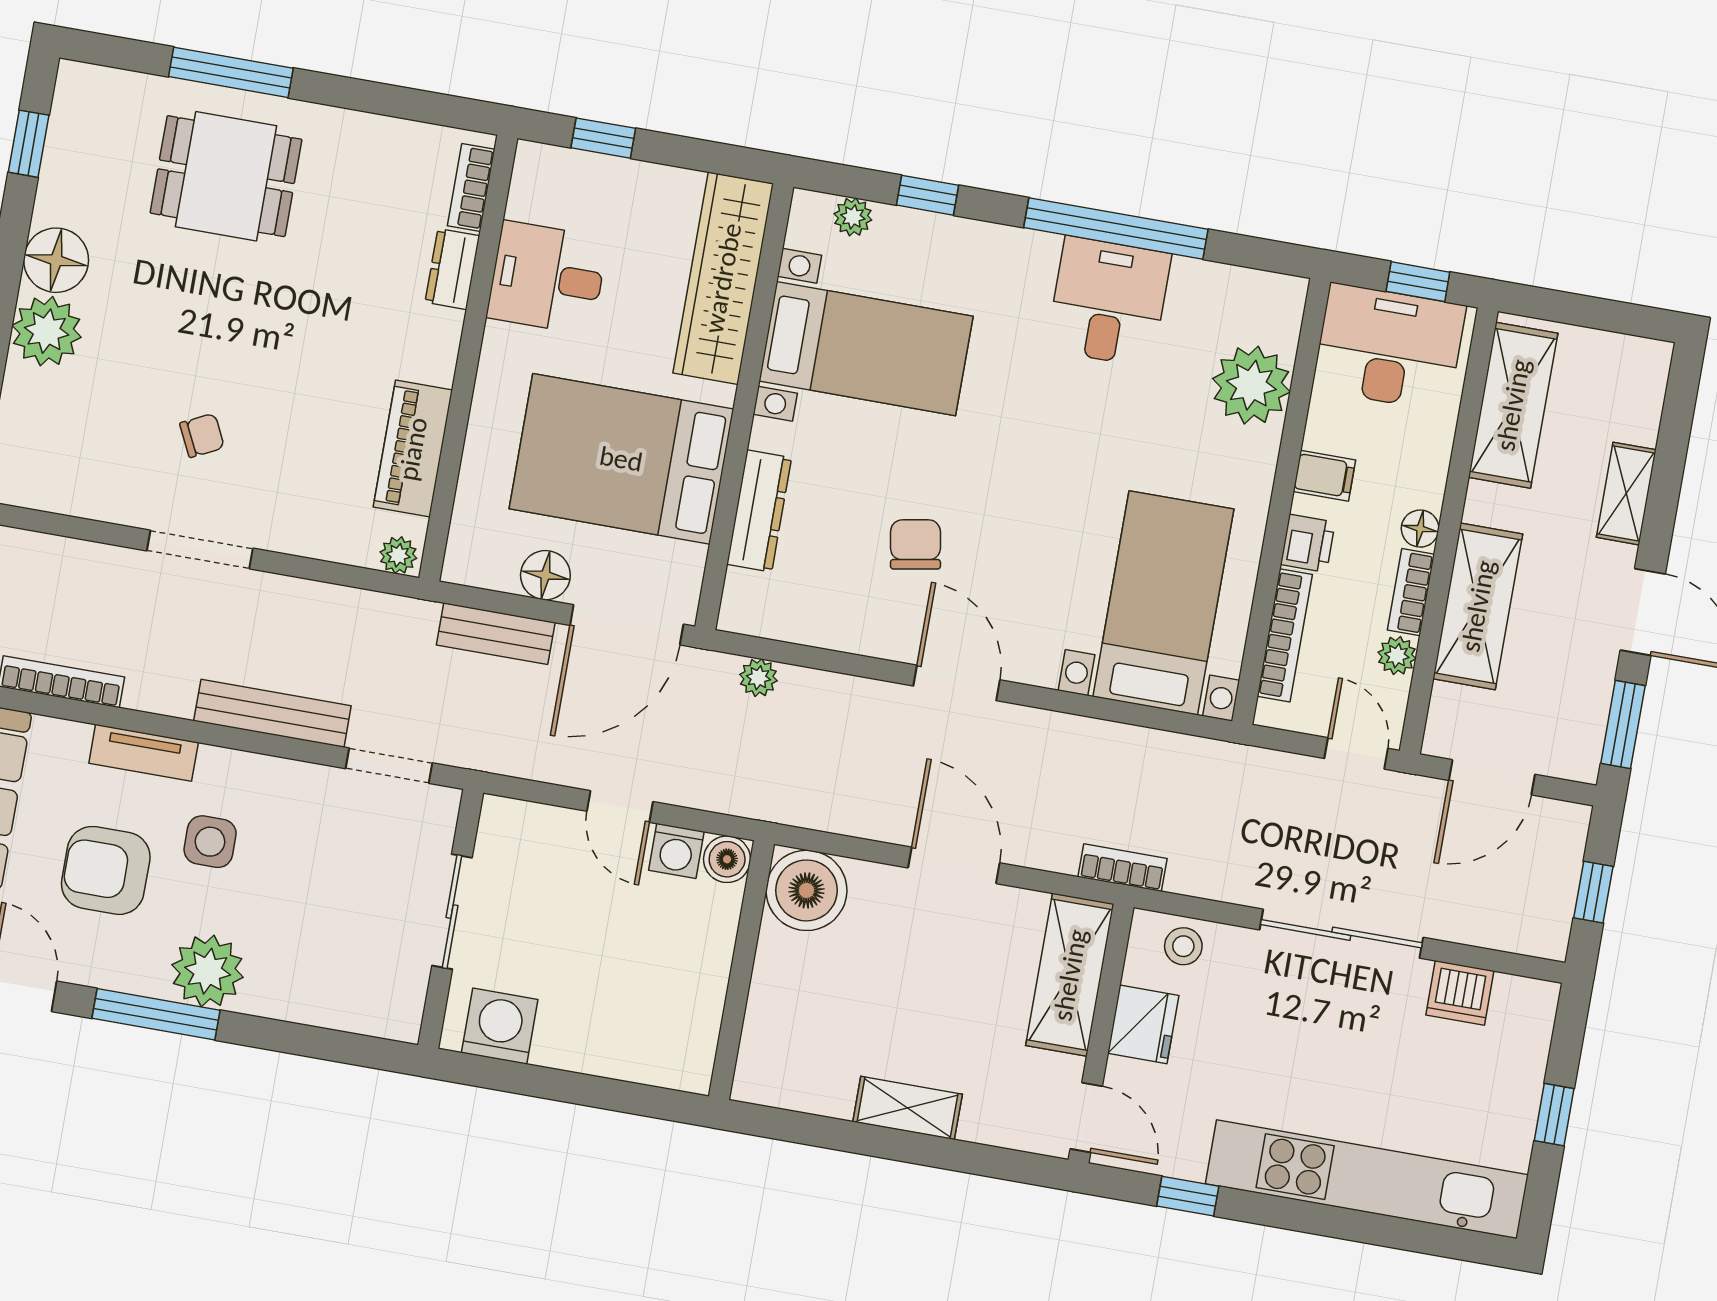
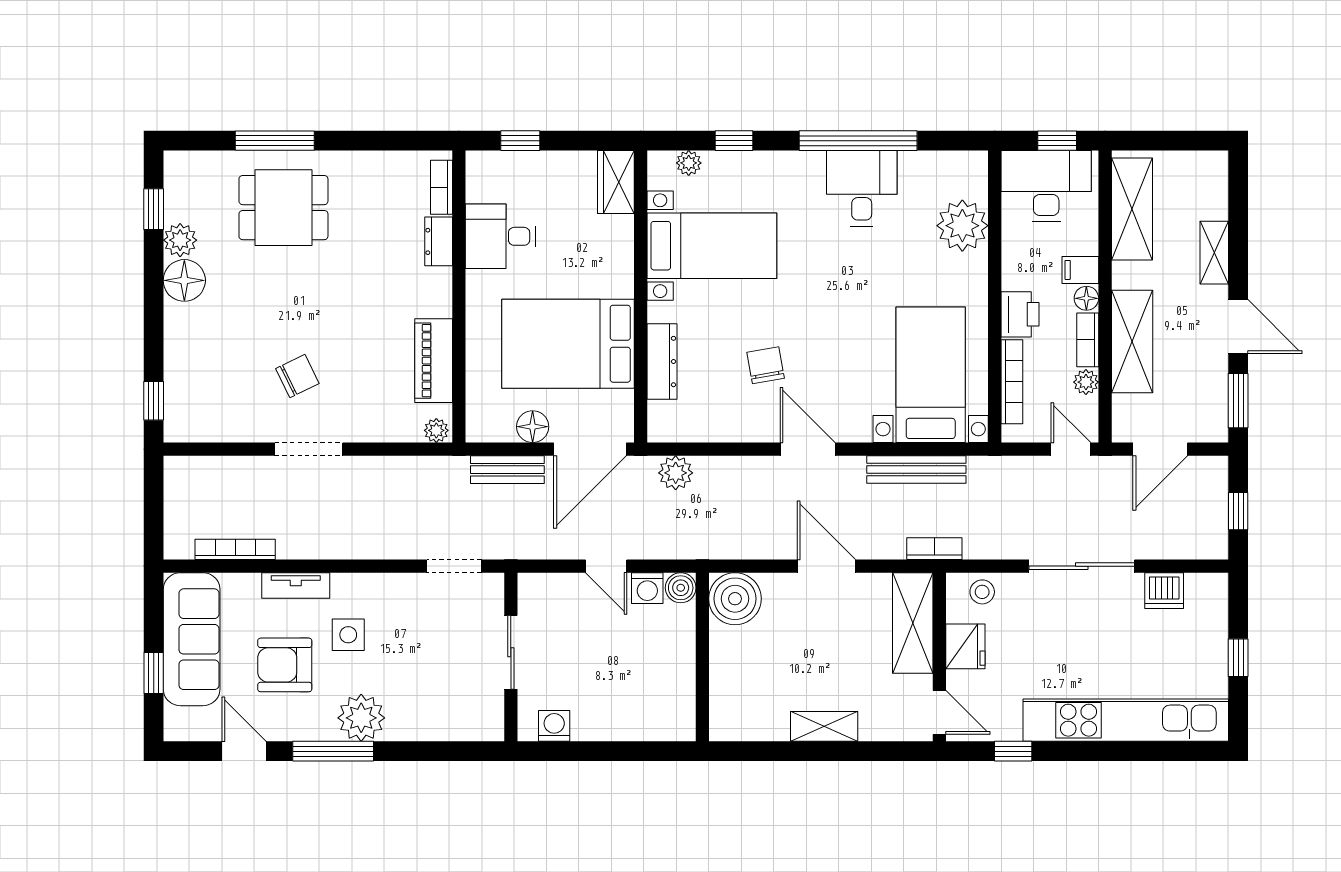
wardrobe: (723, 278) -> (616, 182), width x0.48, depth x0.85
plant: (47, 331) -> (180, 240), moved, width x0.73, depth x0.73
chair: (202, 435) -> (297, 376), width x1.37, depth x1.37
filing cabinet: (1324, 476) -> (1080, 270), moved, turned 180
printer: (1308, 543) -> (1020, 314), width x1.36, depth x1.24
plant: (758, 678) -> (676, 473), width x1.38, depth x1.38
bench: (272, 713) -> (916, 470), moved
washing machine: (500, 1026) -> (554, 726), width x0.73, depth x0.73

